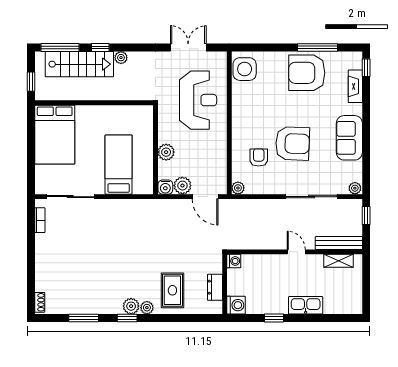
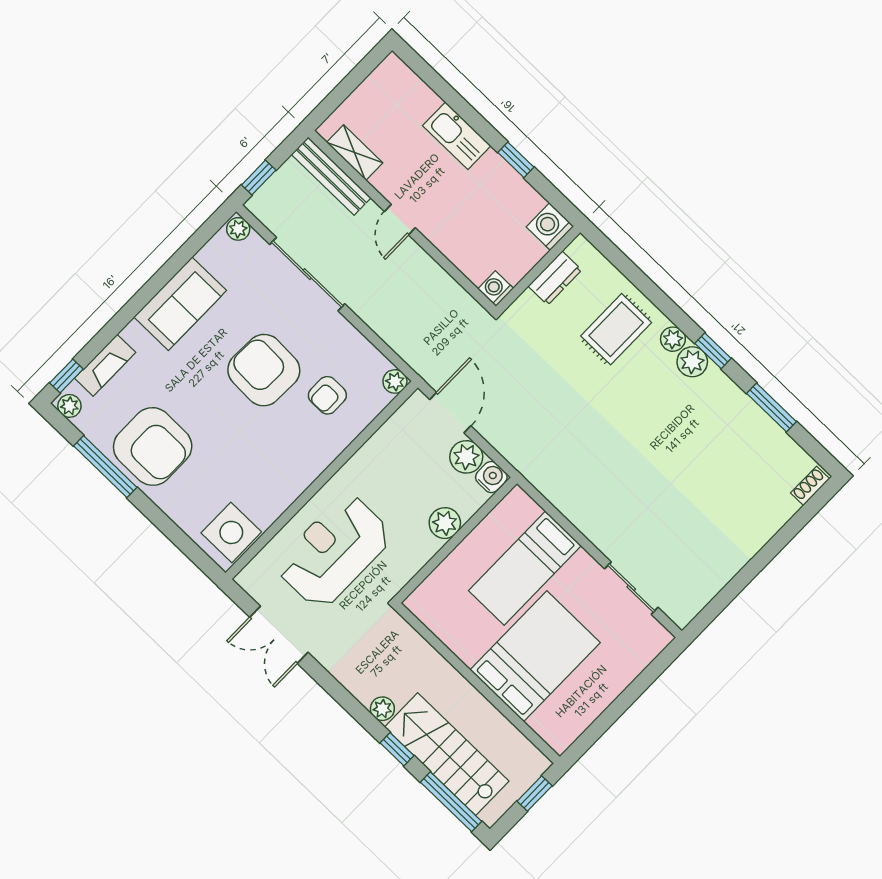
plant: (354, 57) -> (69, 406), added
bed: (55, 135) -> (535, 656), moved
sliding door: (70, 197) -> (631, 588), width x0.73
bookcase: (40, 220) -> (703, 596), removed

